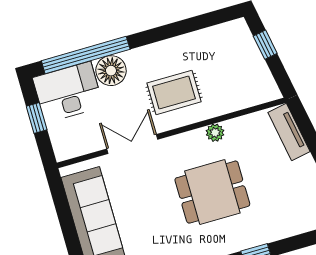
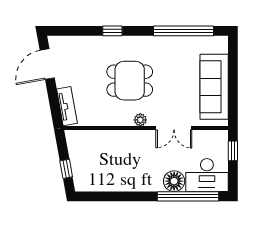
rug: (174, 92) -> (136, 154), removed
window: (37, 118) -> (233, 151), moved
plant: (215, 133) -> (140, 120), moved

